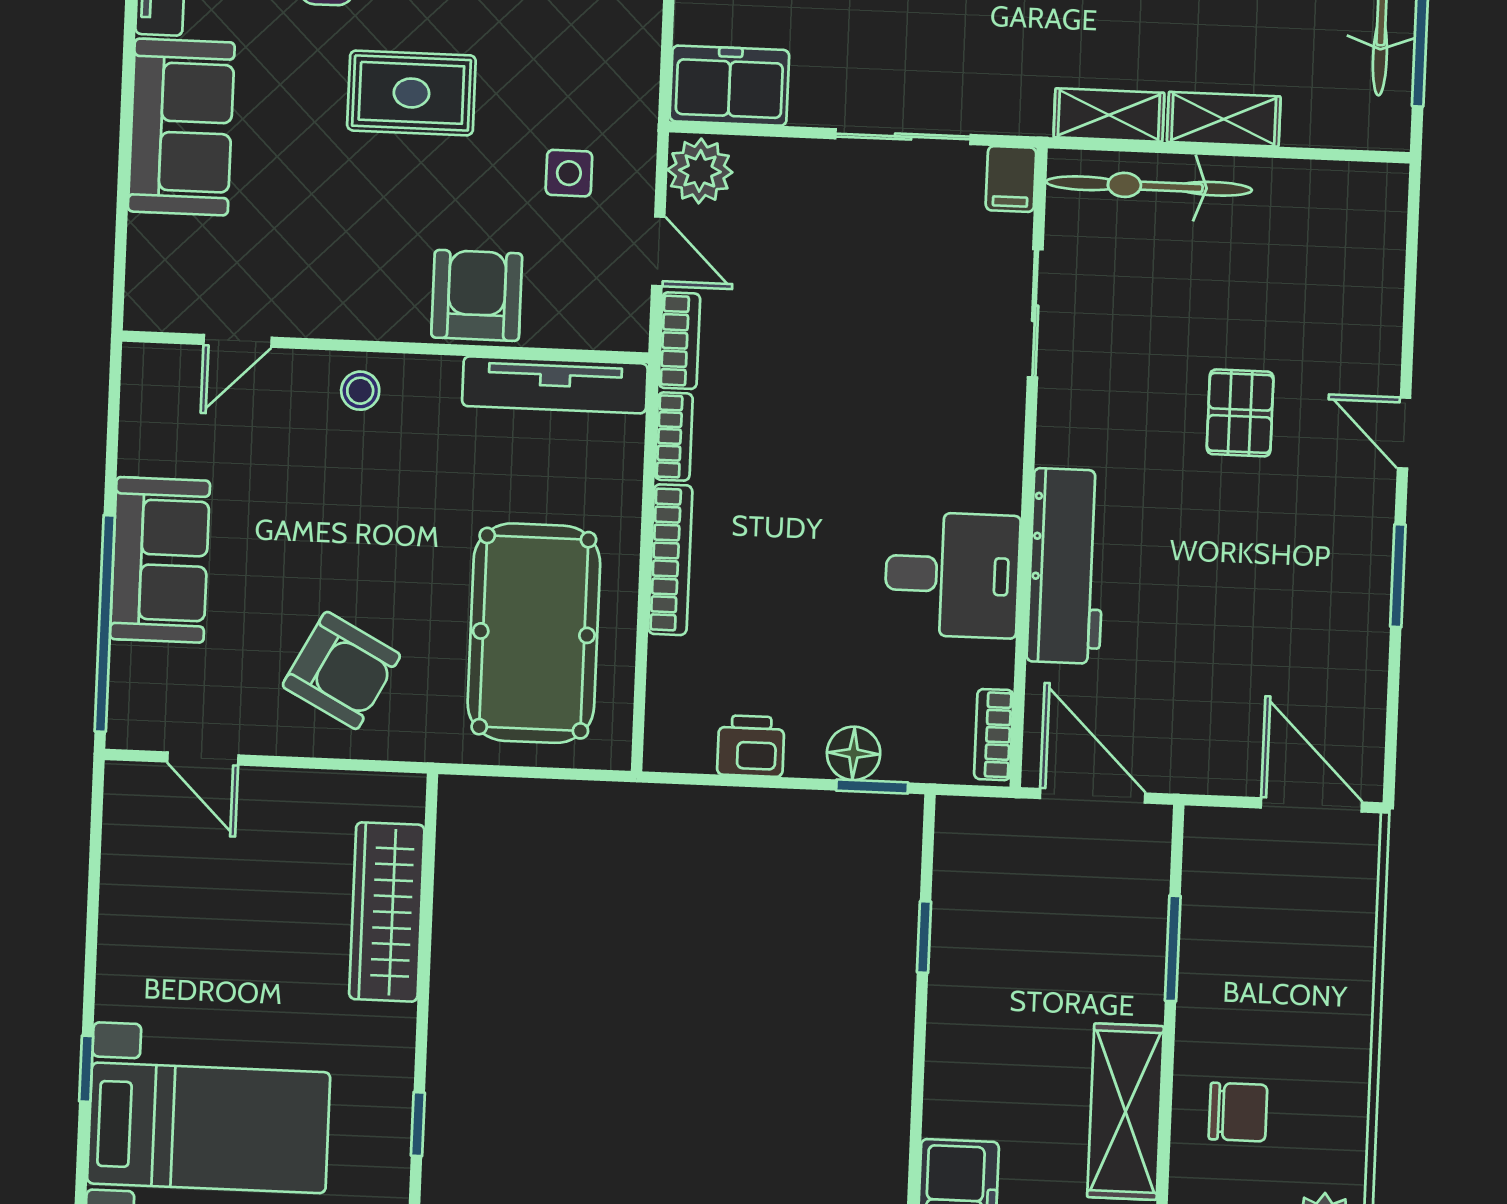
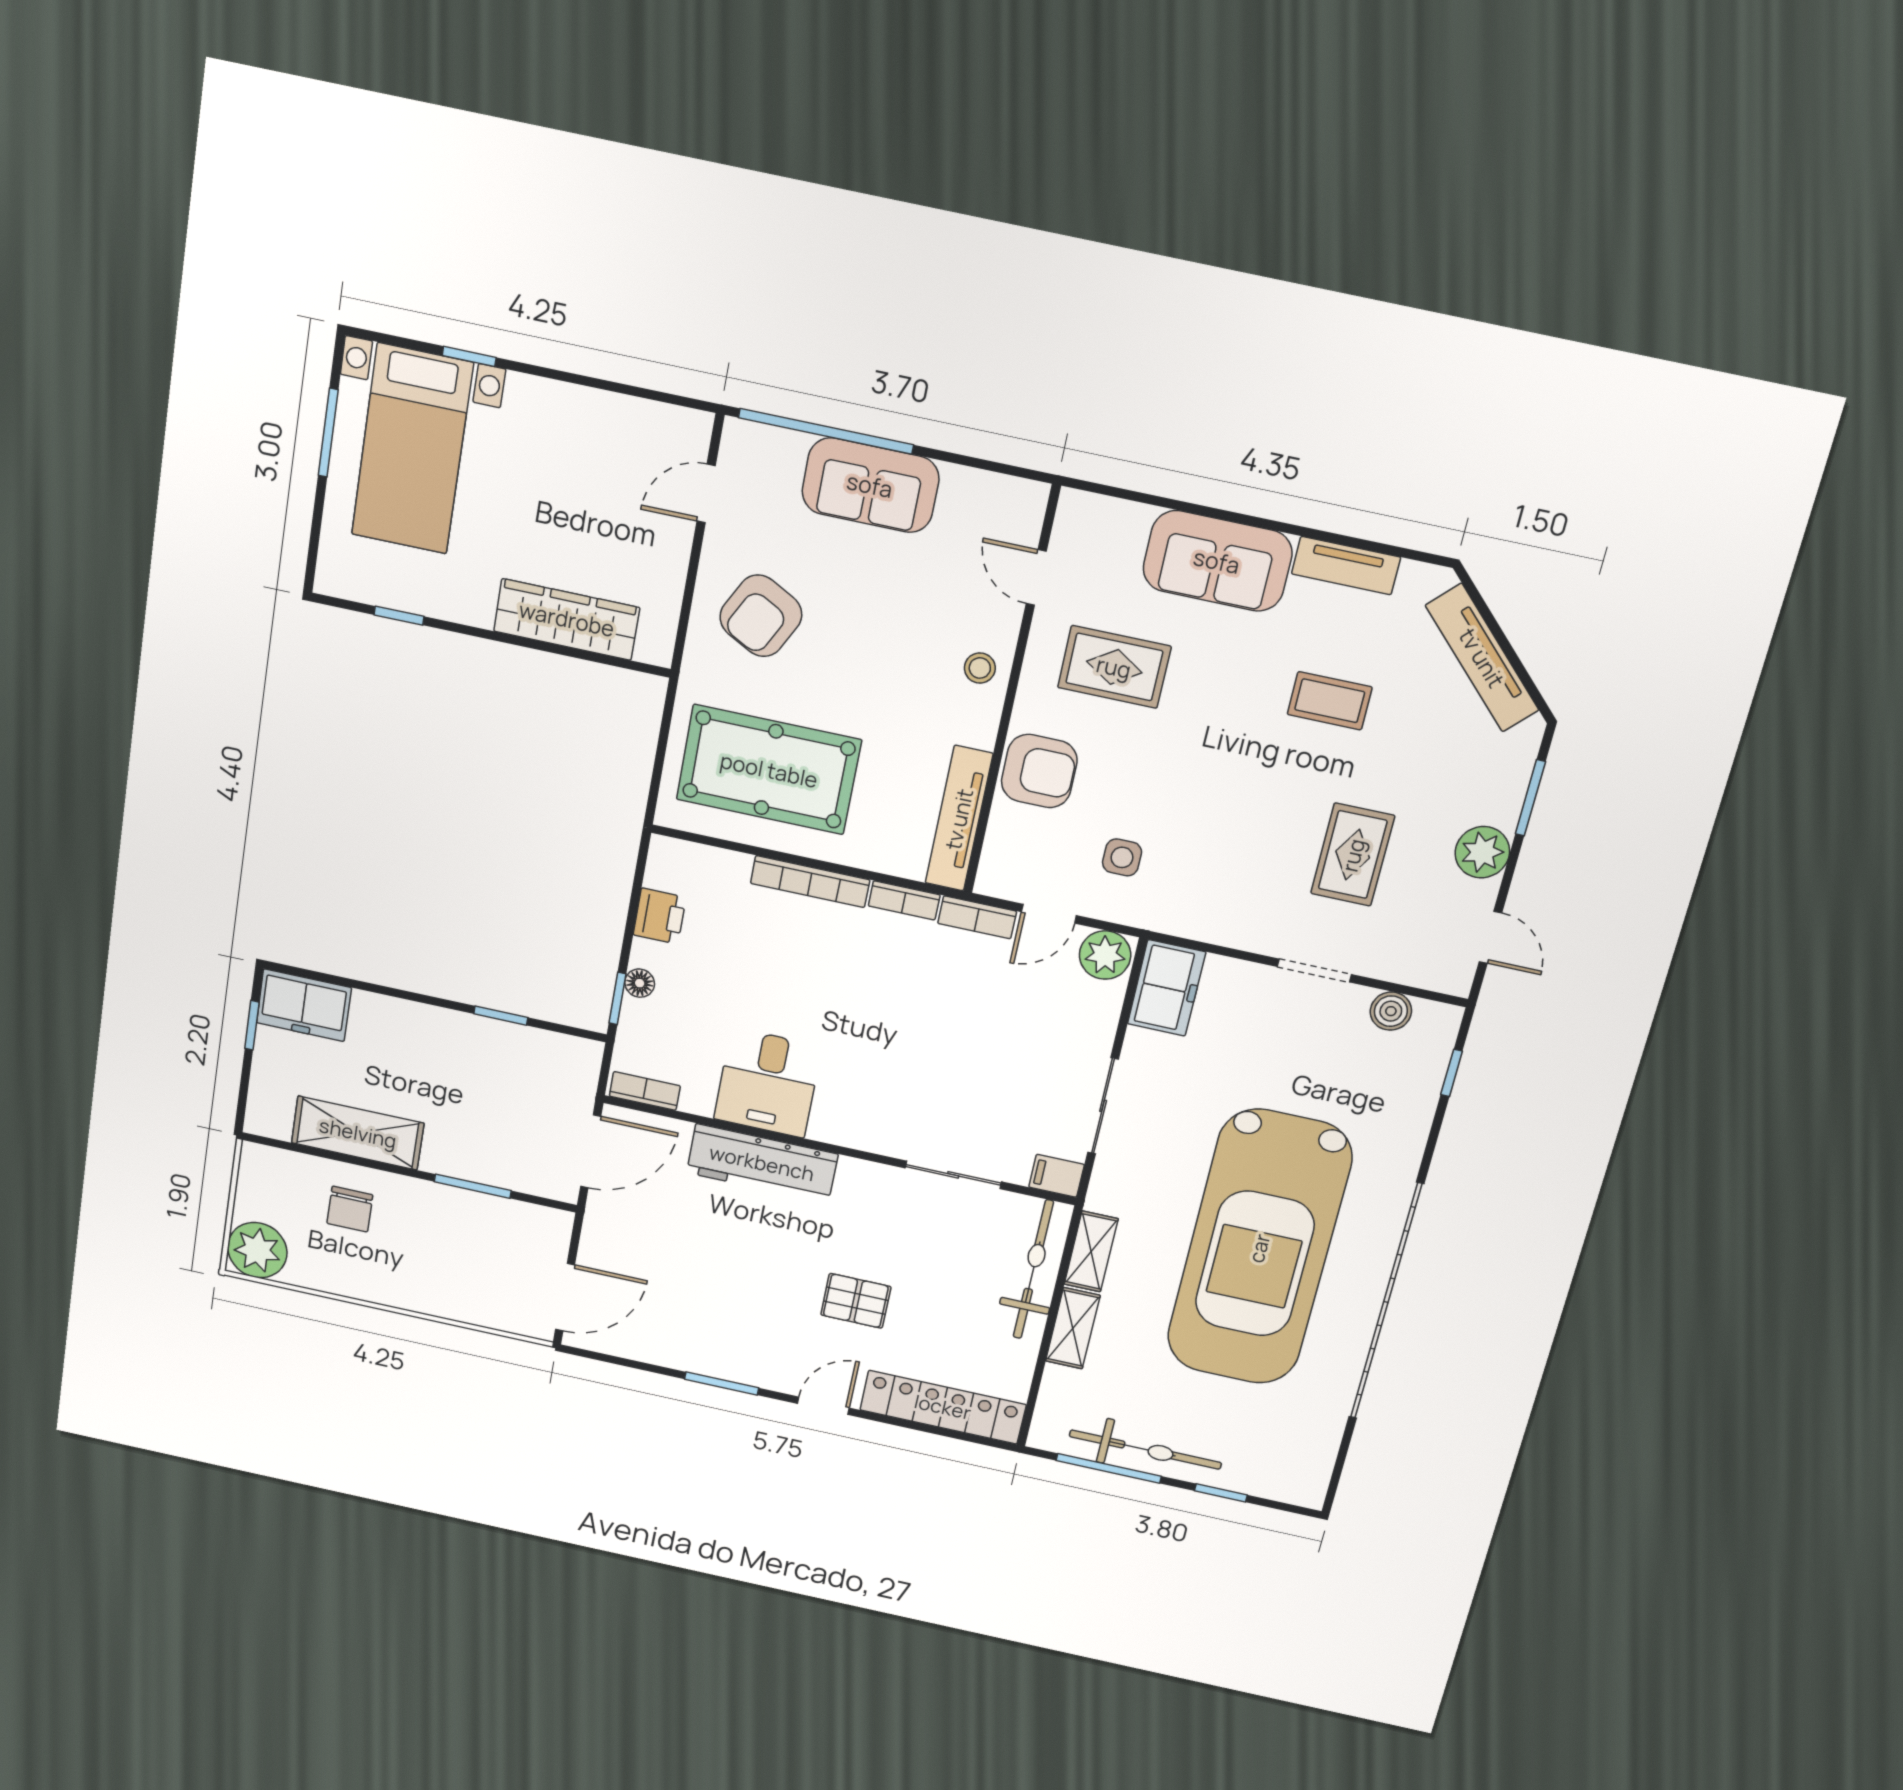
rug: (411, 93) -> (1114, 667), moved, turned 90
locker: (1374, 272) -> (943, 1407), added
floor lamp: (854, 753) -> (640, 983), width x0.73, depth x0.73

